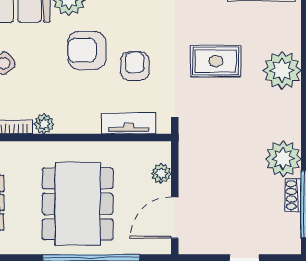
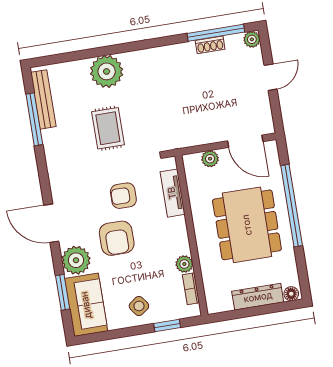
plant: (283, 159) -> (252, 39), moved, width x0.53, depth x0.53
dining table: (78, 204) -> (247, 225), turned 90

